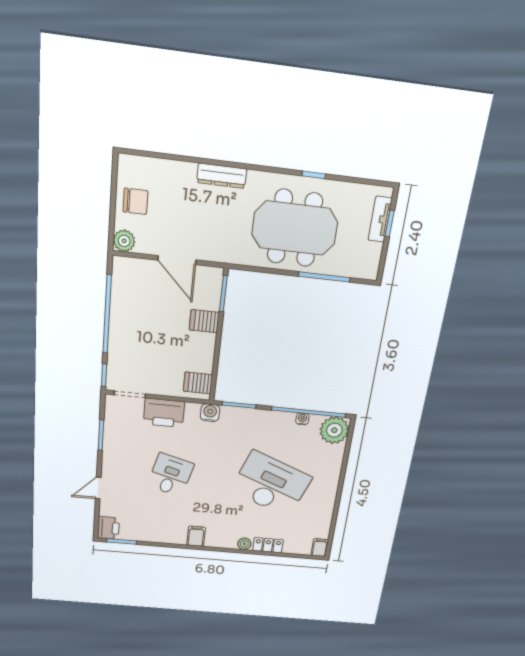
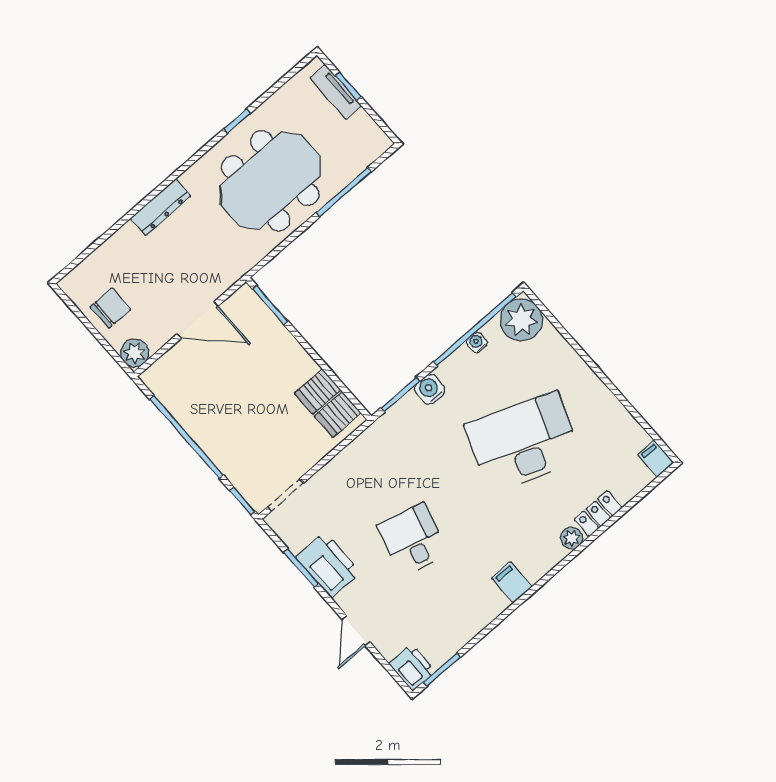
server rack: (204, 321) -> (318, 392), moved
printer: (164, 413) -> (328, 565), moved, turned -90
water cooler: (210, 413) -> (430, 389), moved

